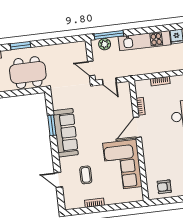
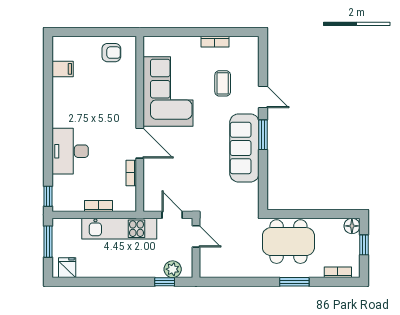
window: (109, 35) -> (165, 282), width x0.46
kitchen unit: (145, 41) -> (119, 229), moved, turned 180
window: (52, 125) -> (263, 135), moved
door: (137, 127) -> (140, 143), hinge flipped
door: (58, 180) -> (263, 97), moved

